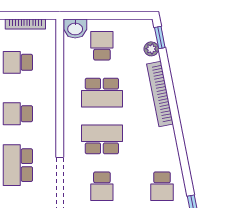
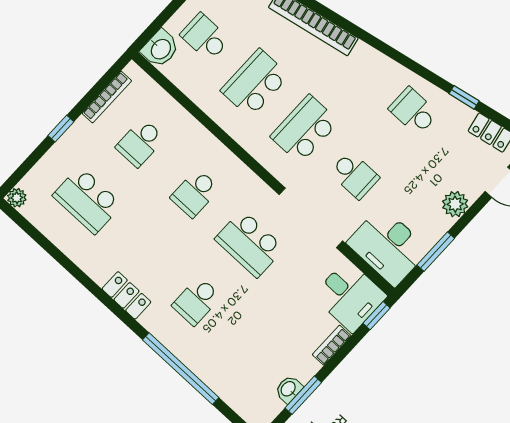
school desk: (102, 93) -> (255, 83), turned 180
school desk: (162, 186) -> (413, 111), turned 180

